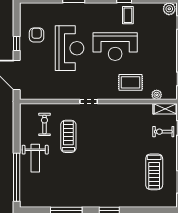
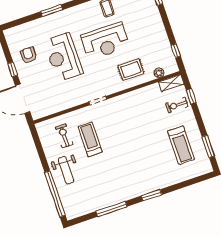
reception desk: (70, 48) -> (63, 57), turned 180

